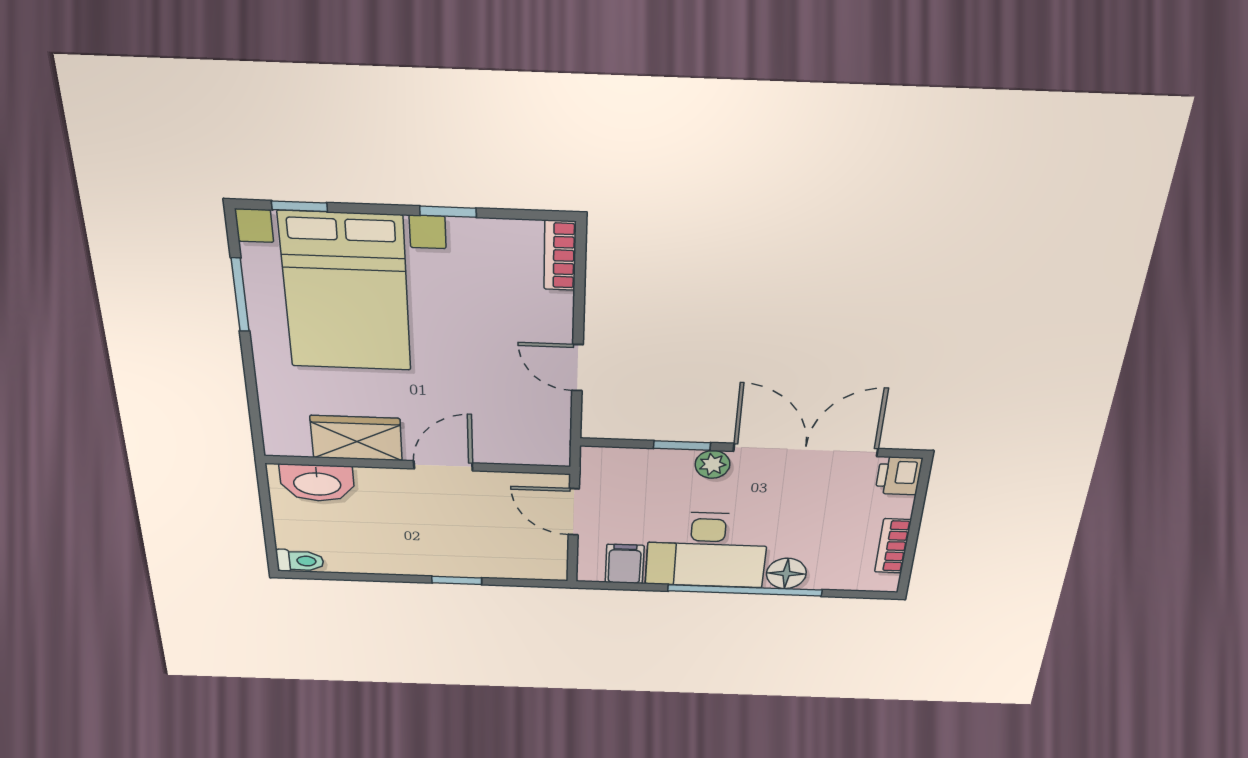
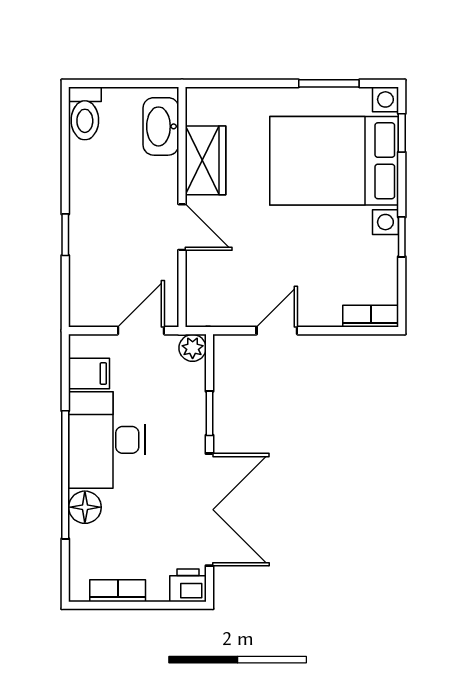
plant: (712, 464) -> (193, 348), moved
toilet: (300, 561) -> (85, 113), width x1.37, depth x1.39

